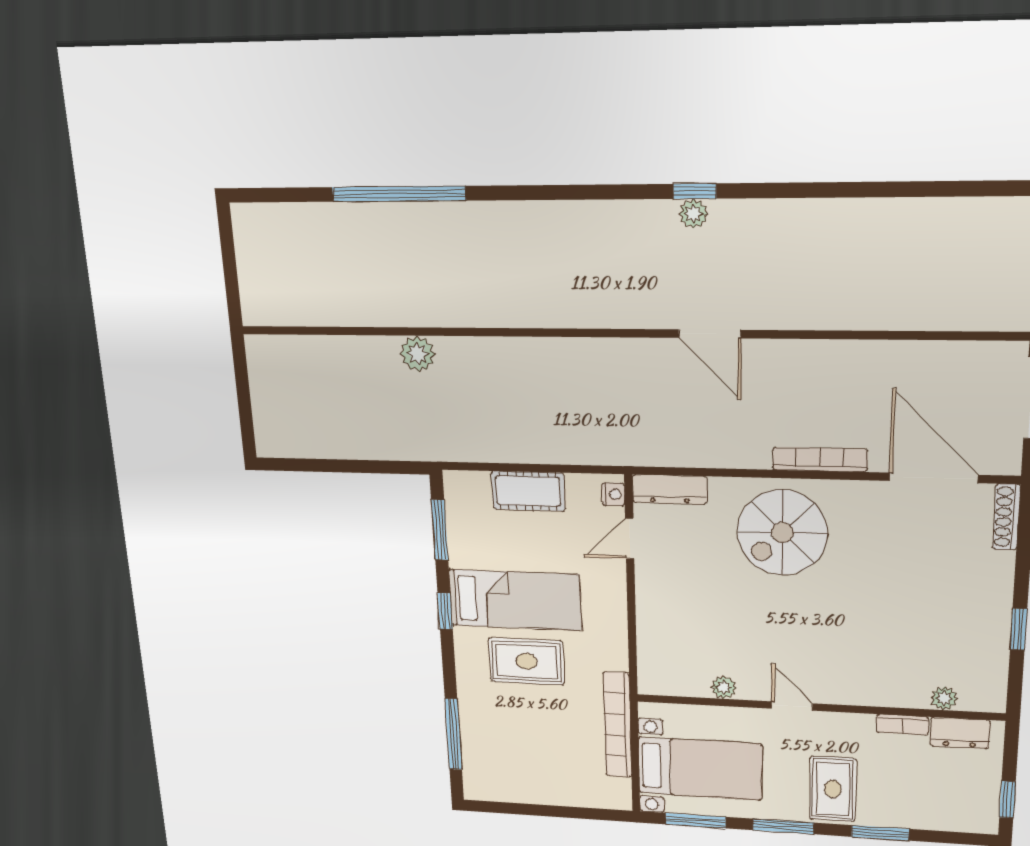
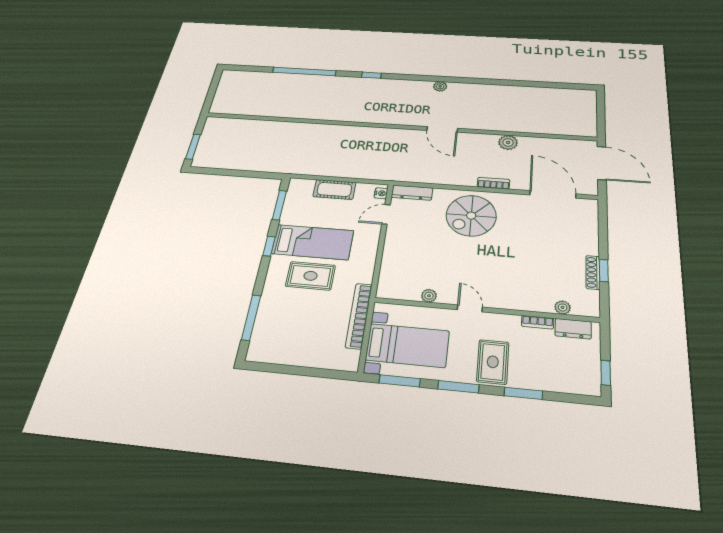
window: (695, 191) -> (371, 75), moved
plant: (418, 354) -> (508, 142), moved
window: (245, 411) -> (193, 147), added
bookcase: (820, 459) -> (493, 183), width x0.64
shoe rack: (1006, 517) -> (593, 272), moved

